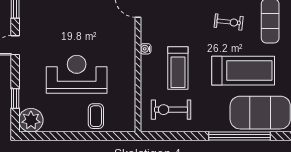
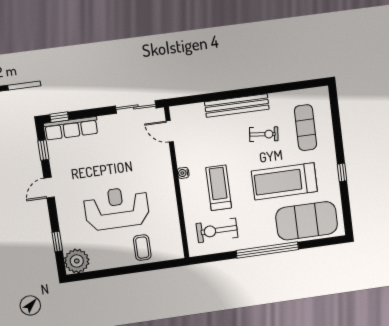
treadmill: (178, 68) -> (219, 188), turned 180
treadmill: (243, 71) -> (284, 181), turned 180
window: (239, 136) -> (267, 250), moved

